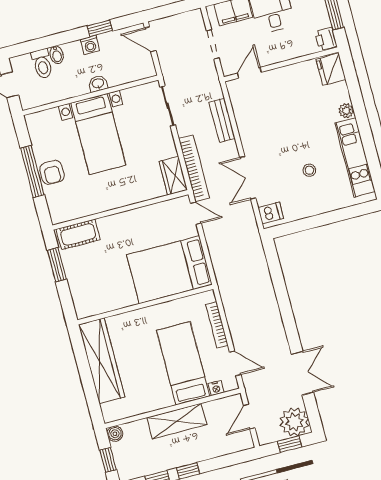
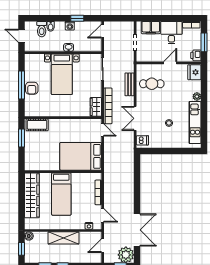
door: (150, 39) -> (103, 31), hinge flipped
door: (249, 73) -> (170, 63), moved
cafe table: (261, 109) -> (152, 84), added
bed: (183, 363) -> (61, 194), moved, turned 180
double door: (302, 373) -> (137, 230), width x1.37

